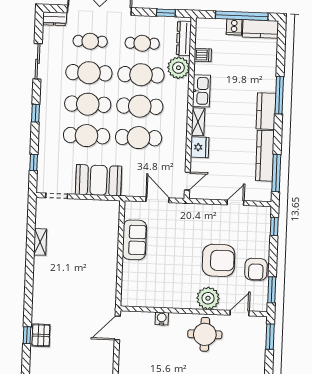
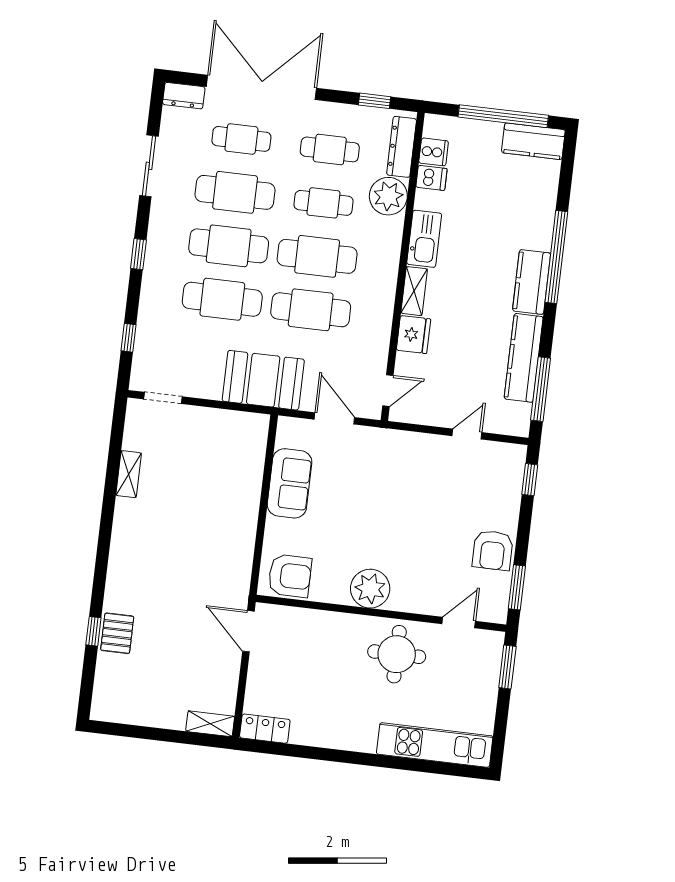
cooker: (234, 27) -> (434, 152), moved, turned -90
cafe table: (141, 75) -> (323, 203), width x0.73, depth x0.74
window: (279, 95) -> (556, 257), width x1.46
booth: (99, 180) -> (263, 380), moved
armchair: (218, 260) -> (290, 576), moved, width x0.73, depth x0.73
plant: (208, 298) -> (370, 589), moved
water cooler: (162, 319) -> (325, 621), removed
door: (117, 328) -> (248, 631), hinge flipped

